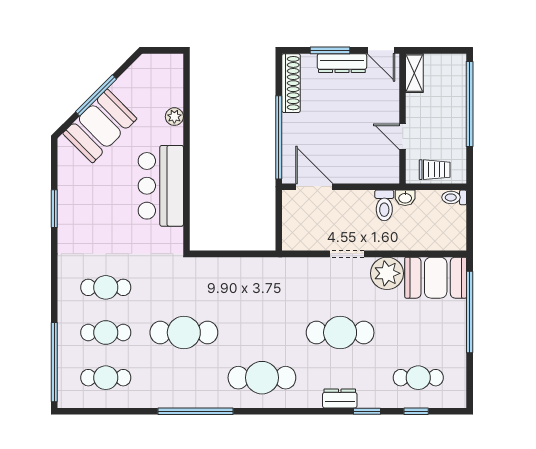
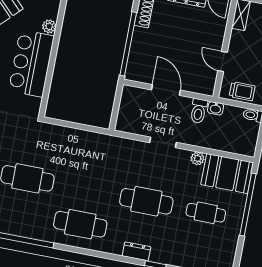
plant: (174, 117) -> (49, 26), moved
door: (314, 187) -> (166, 90), moved
plant: (387, 273) -> (198, 158), width x0.53, depth x0.53
cafe table: (418, 378) -> (206, 213), moved

